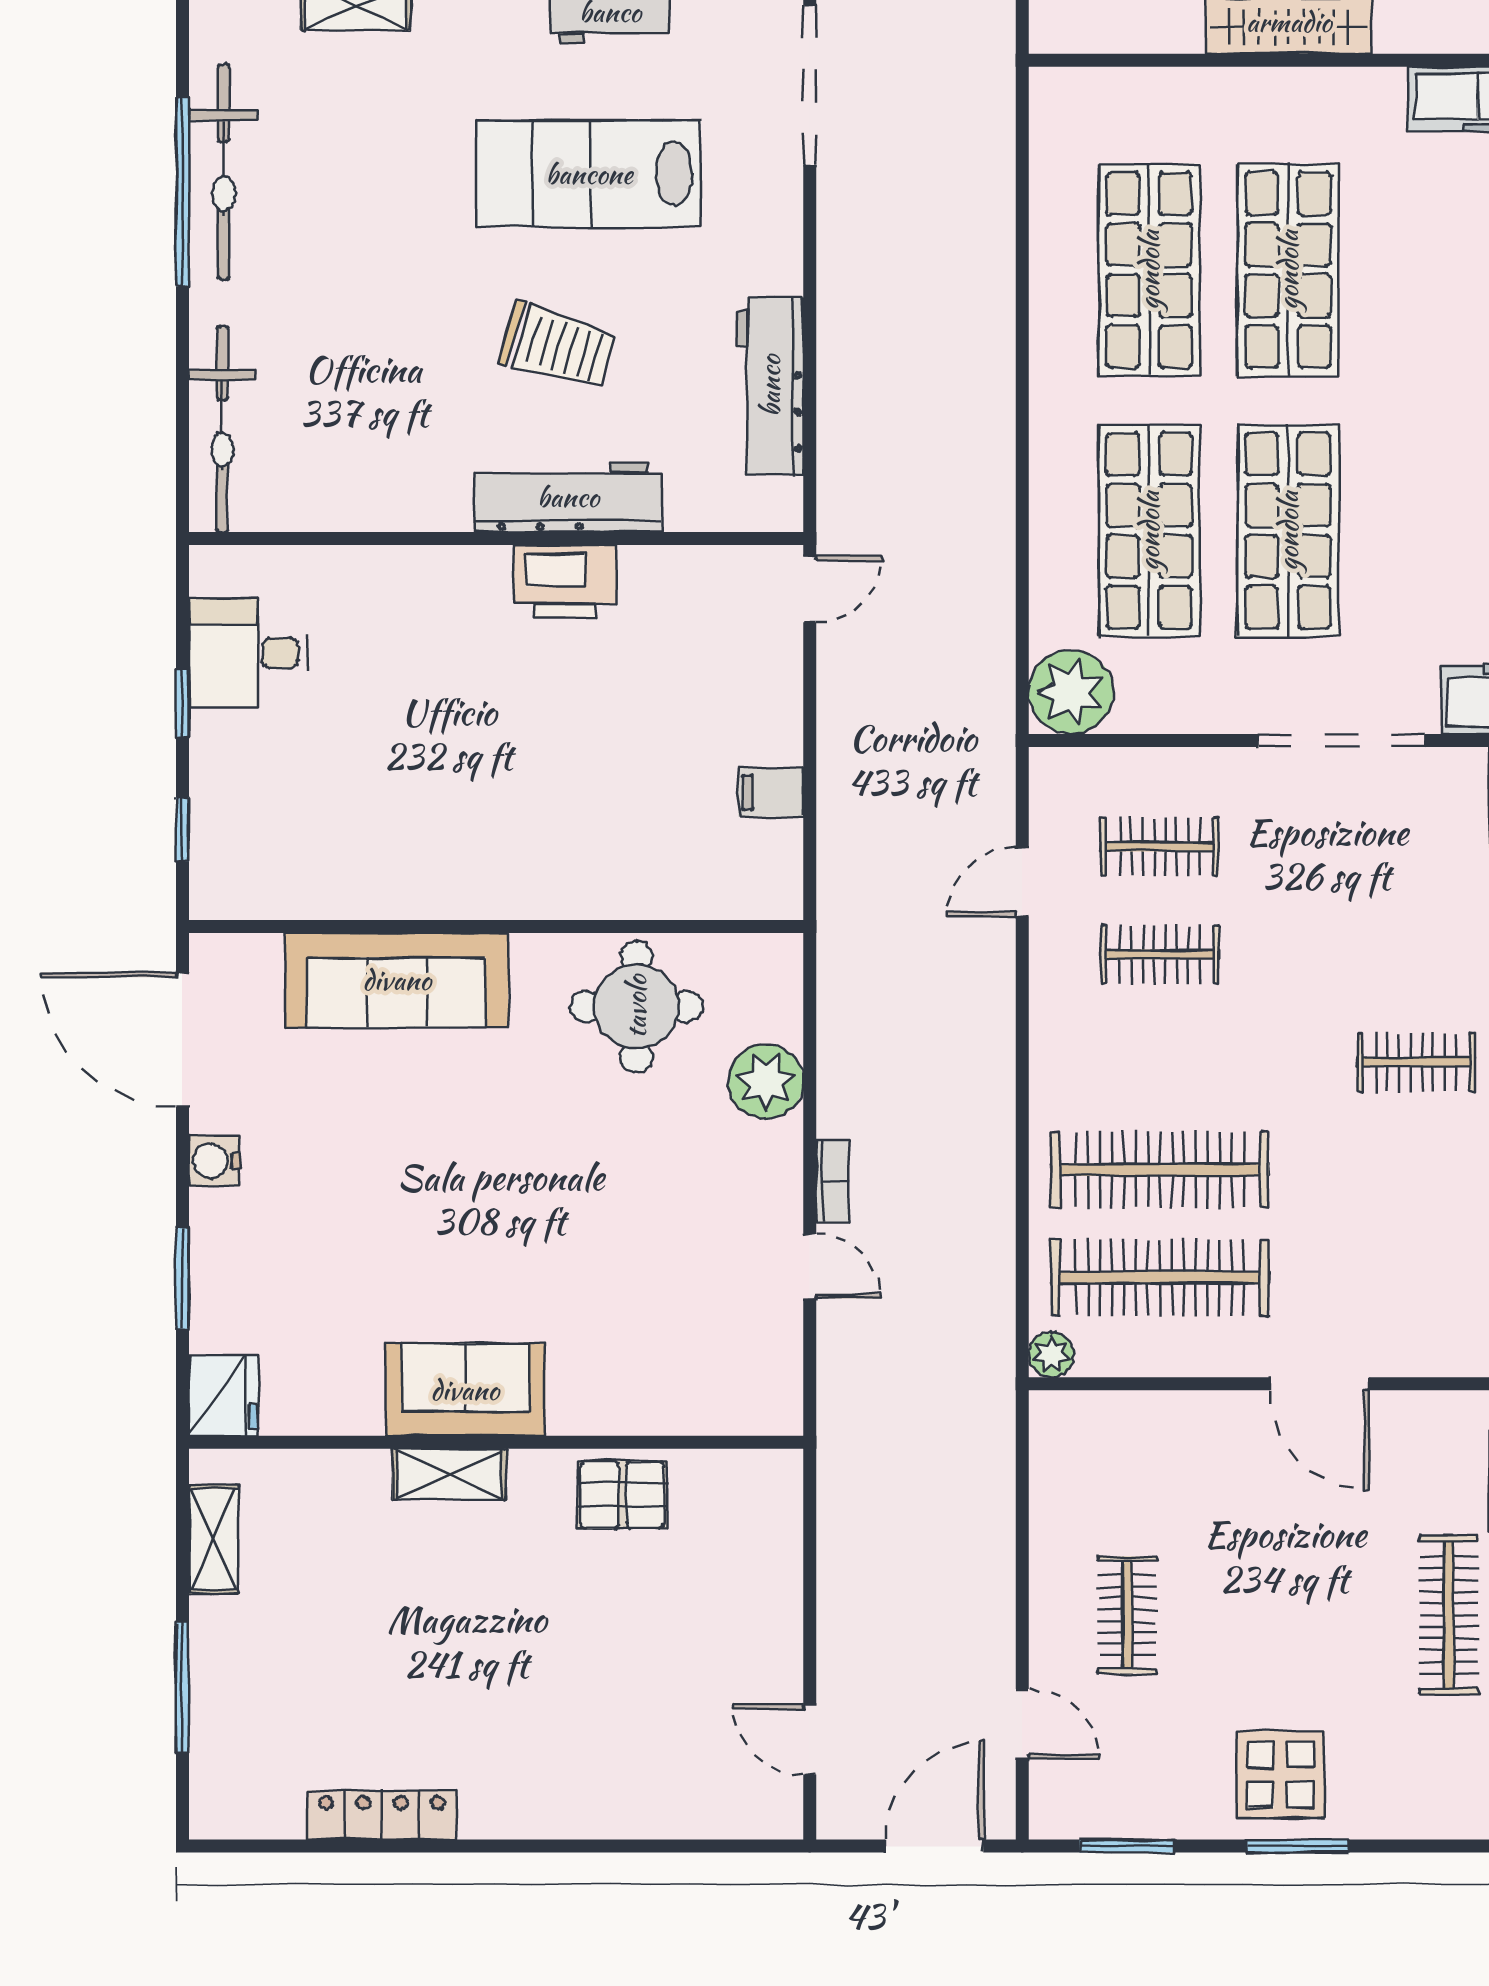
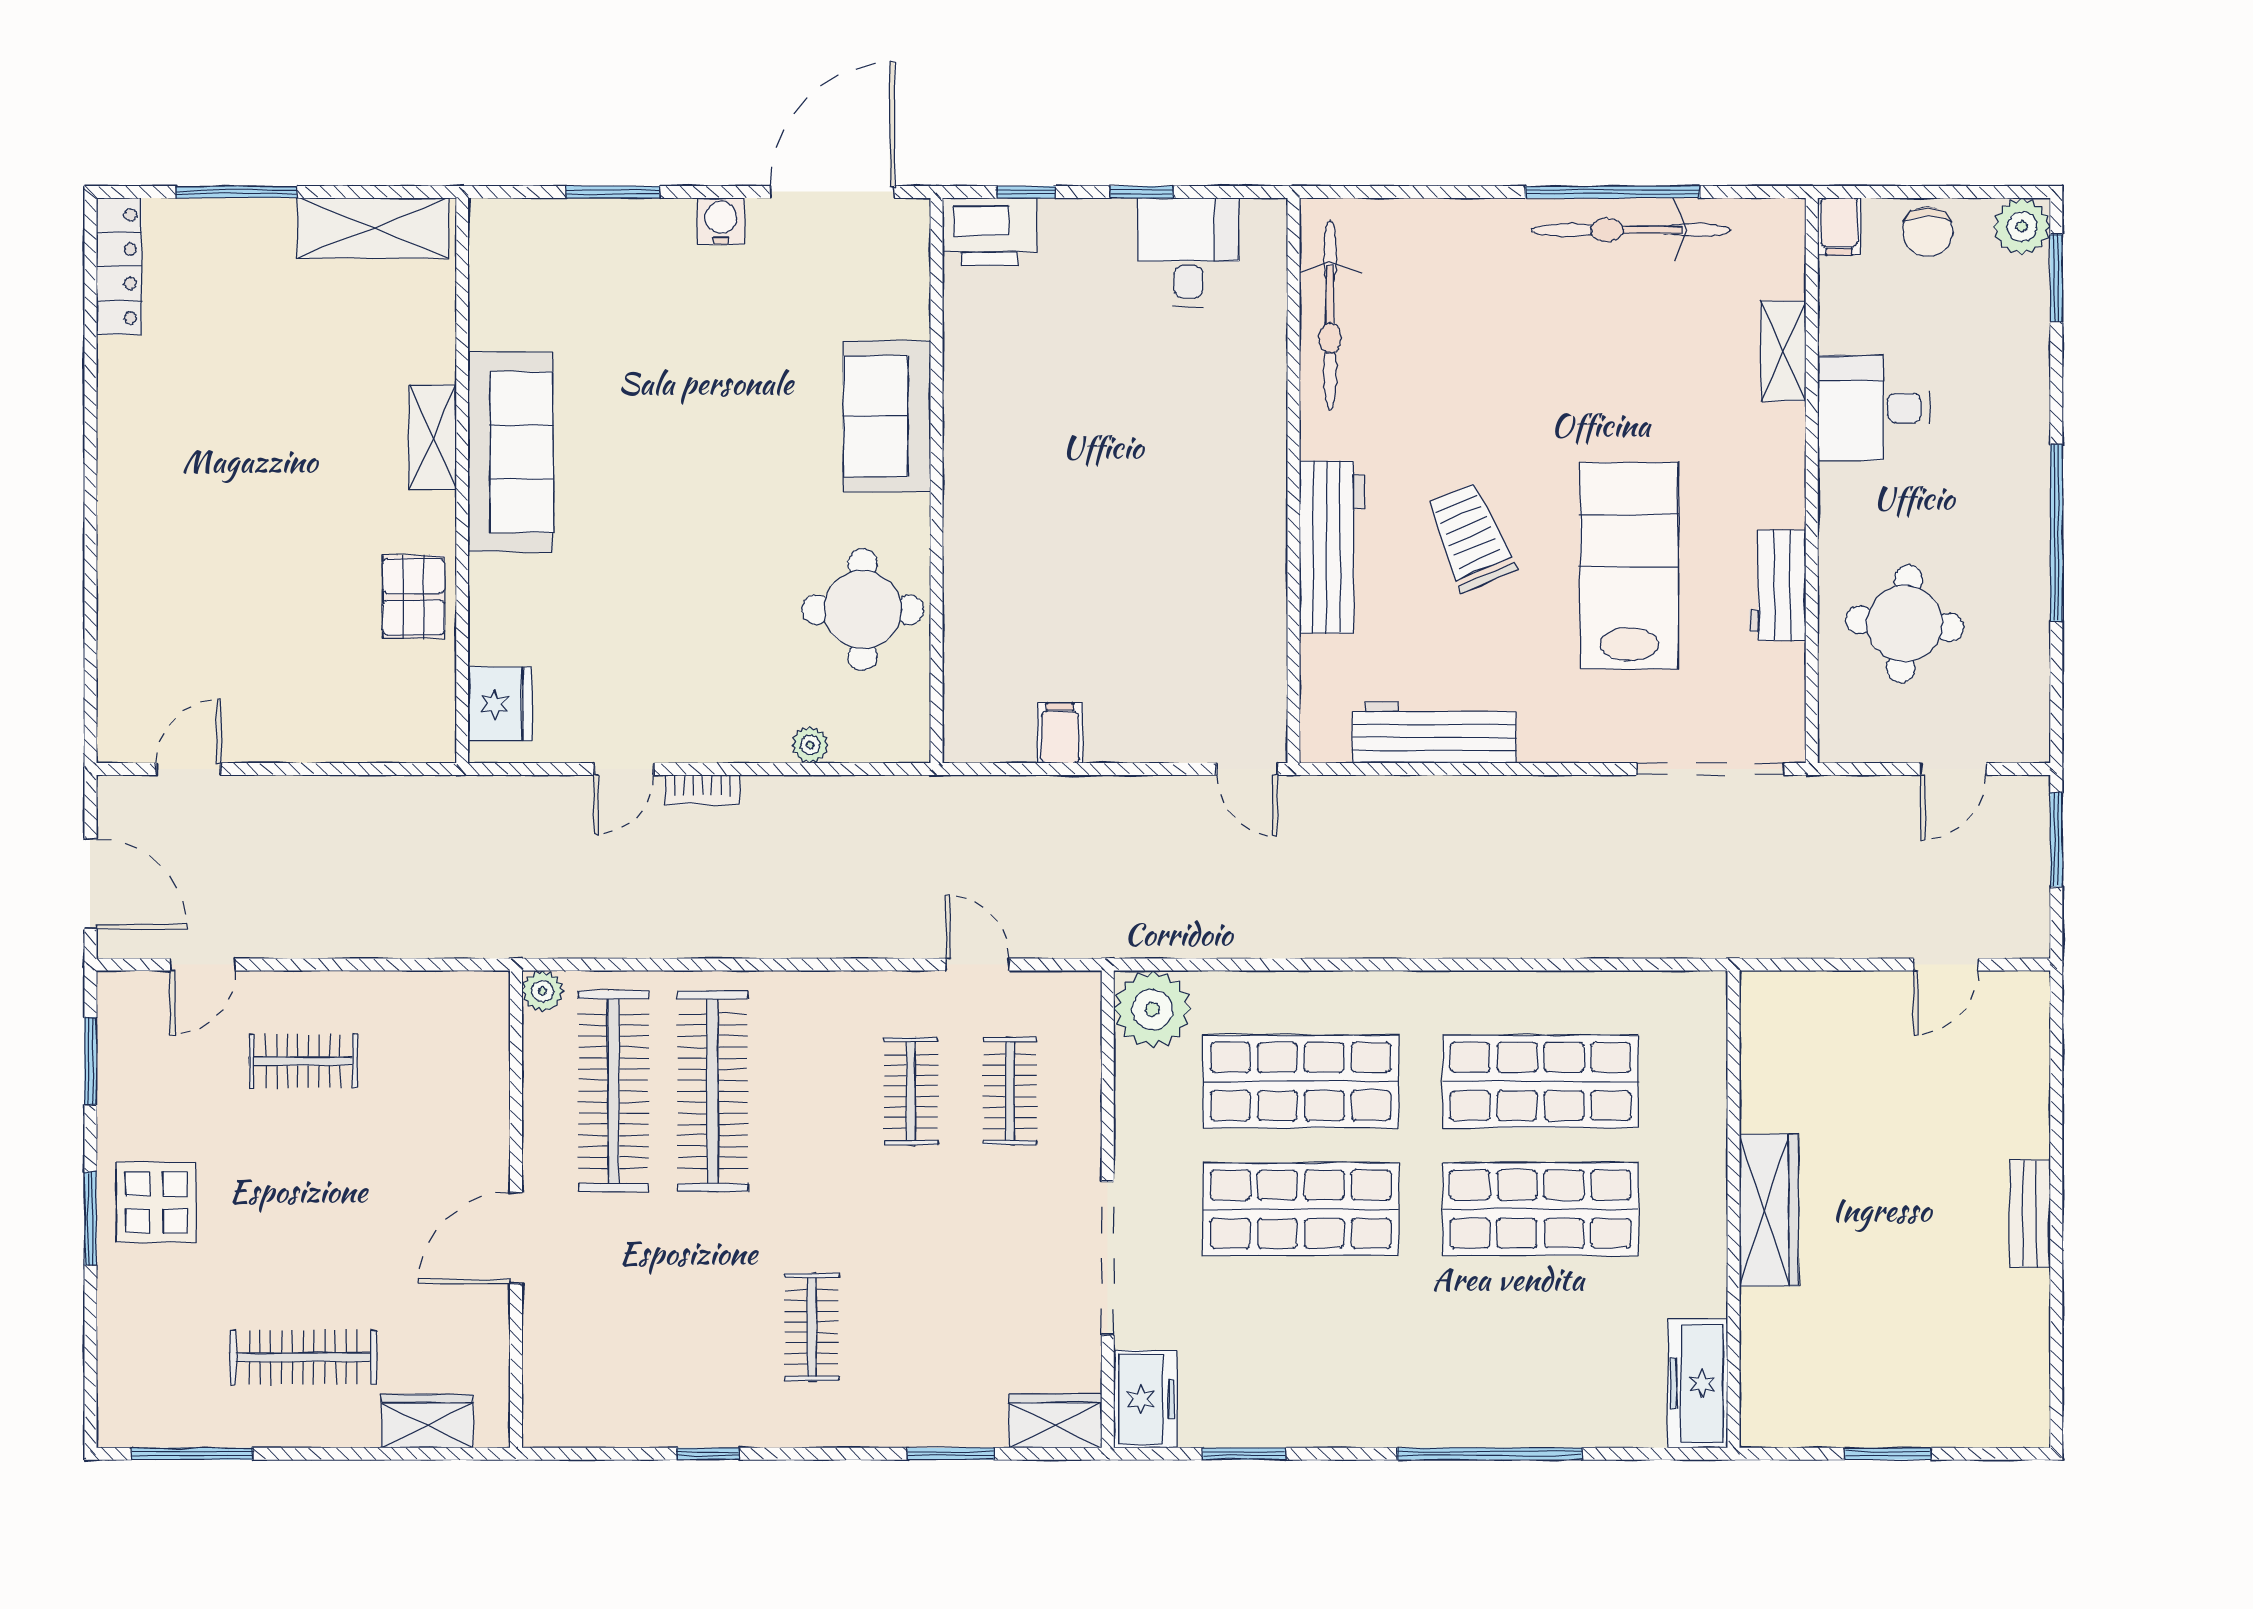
trolley: (558, 346) -> (1471, 537), turned 141
bicycle: (222, 429) -> (1330, 315), moved, turned -90
printer: (565, 582) -> (989, 232), moved, turned -90
sofa: (397, 980) -> (887, 416), width x0.73
plant: (766, 1081) -> (810, 745), width x0.53, depth x0.53
sofa: (465, 1390) -> (511, 452), width x1.36
fridge: (223, 1396) -> (500, 704), moved, turned -90
shelving: (213, 1539) -> (373, 228), width x1.50, depth x1.33
locker: (382, 1815) -> (119, 266), moved

